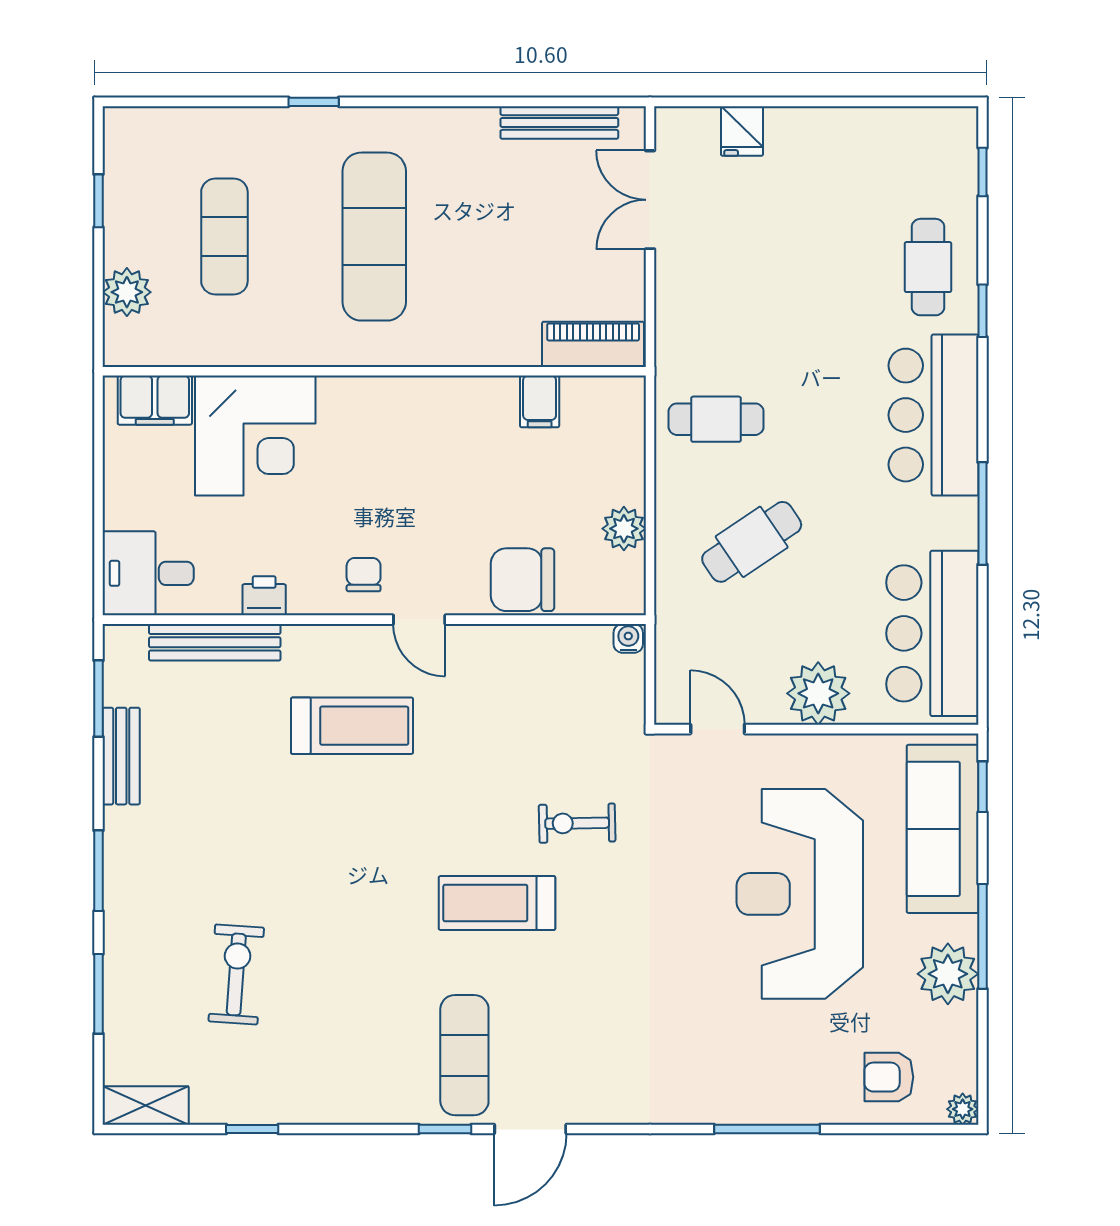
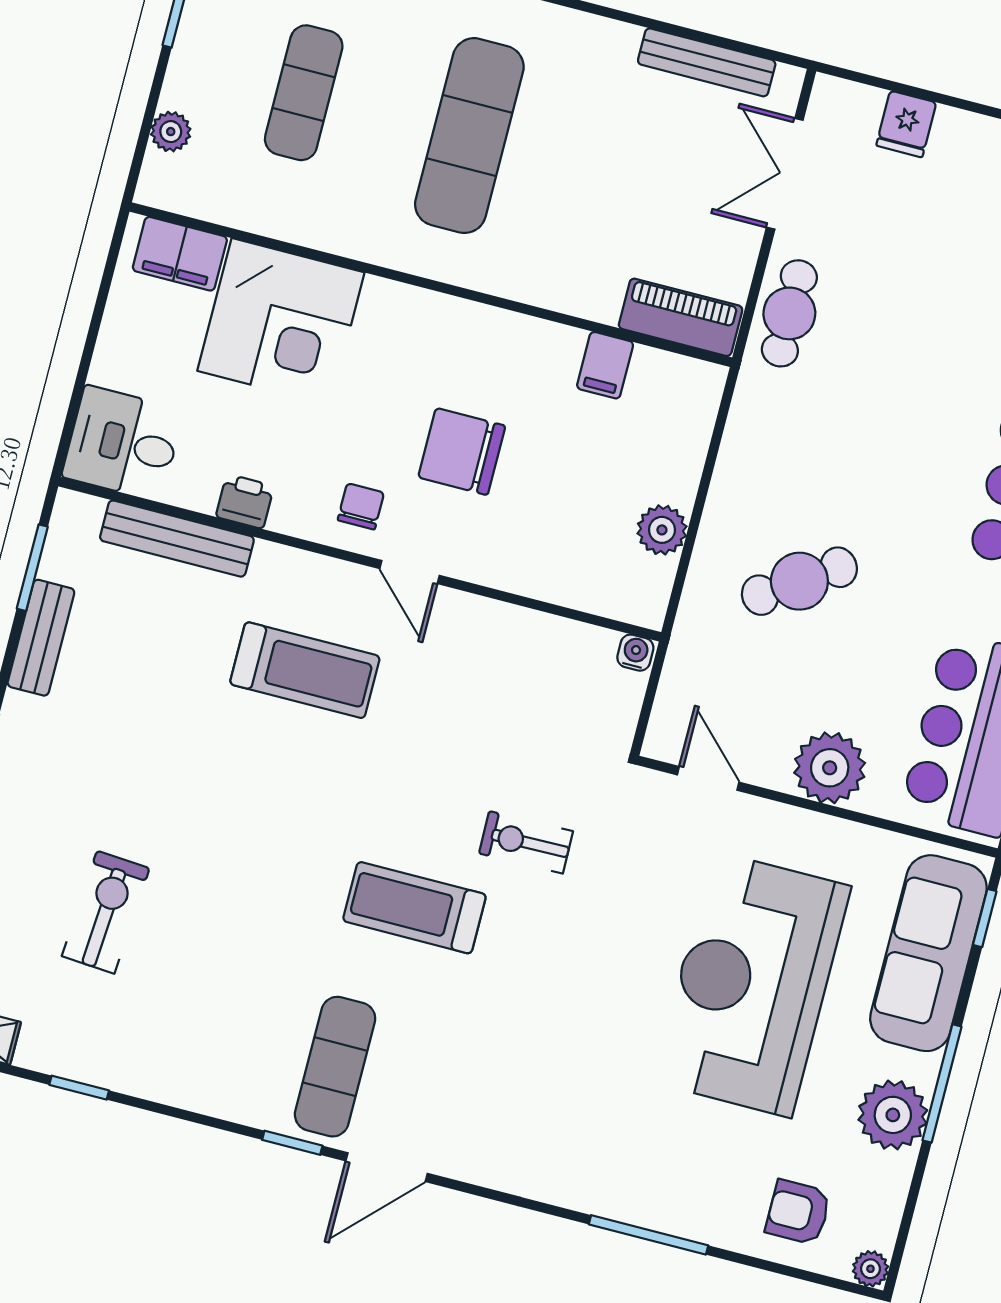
plant: (127, 292) -> (171, 132), width x0.73, depth x0.73
cafe table: (716, 419) -> (789, 313), moved, turned 90
chair: (522, 580) -> (462, 452), moved

